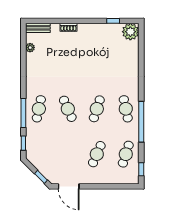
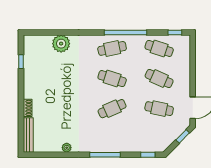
bench: (38, 28) -> (28, 135), width x1.36
plant: (130, 32) -> (61, 44), moved
plant: (30, 48) -> (67, 148), moved
cafe table: (39, 109) -> (159, 109), moved
window: (23, 113) -> (105, 155), moved

